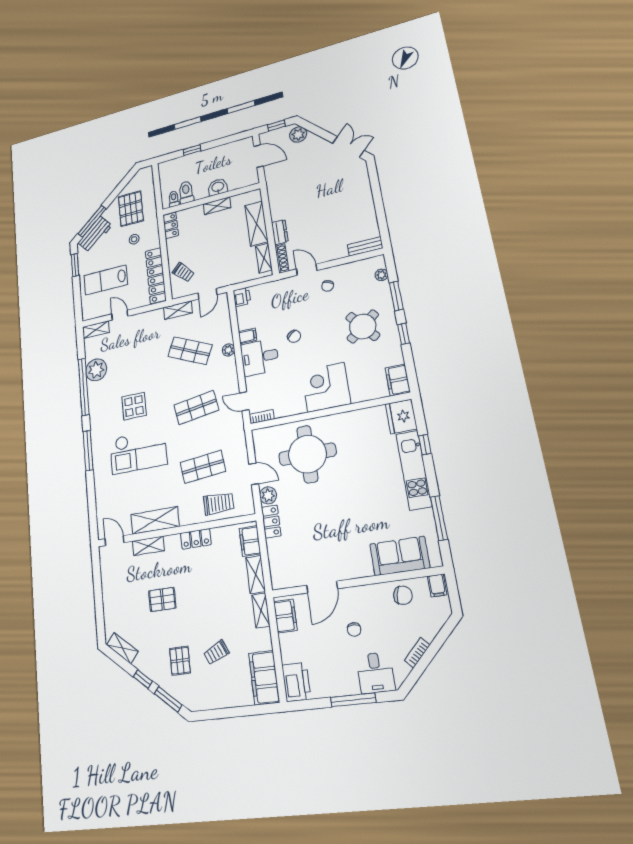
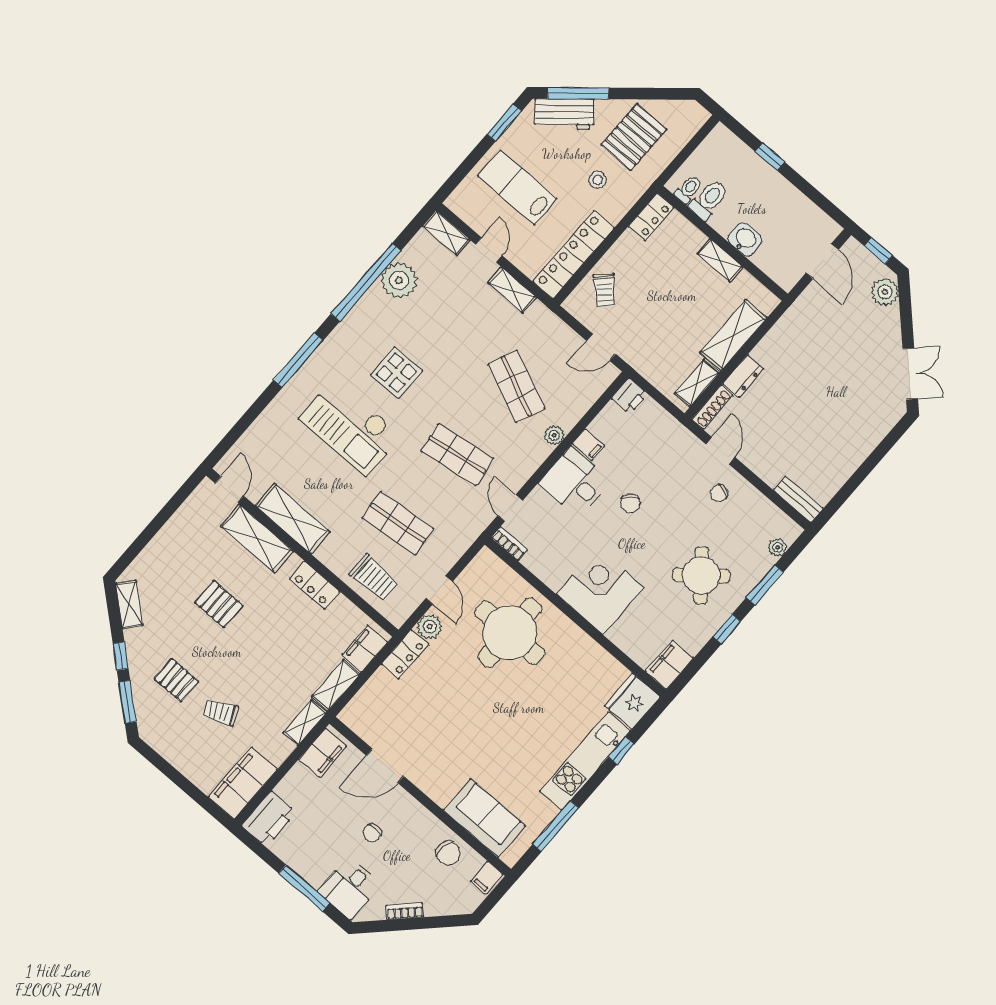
shelving: (178, 310) -> (512, 290), moved
shelving: (148, 546) -> (257, 539), width x1.50, depth x1.33
pallet: (180, 661) -> (176, 680), turned 90

